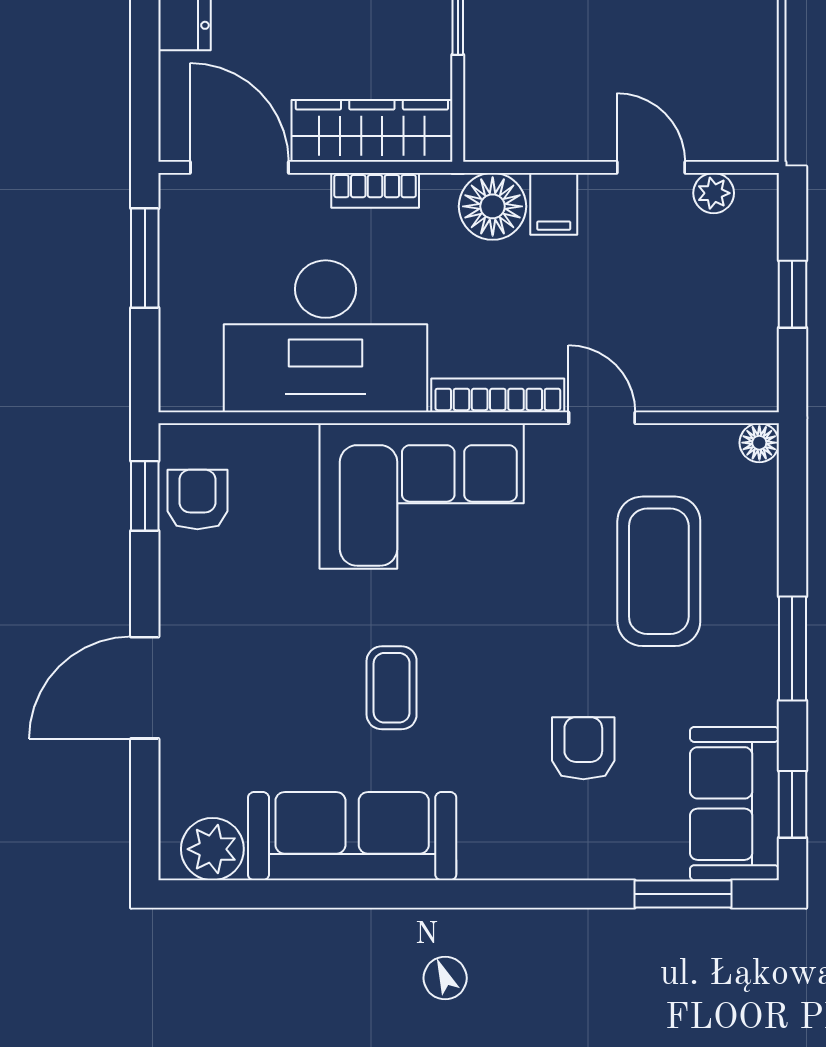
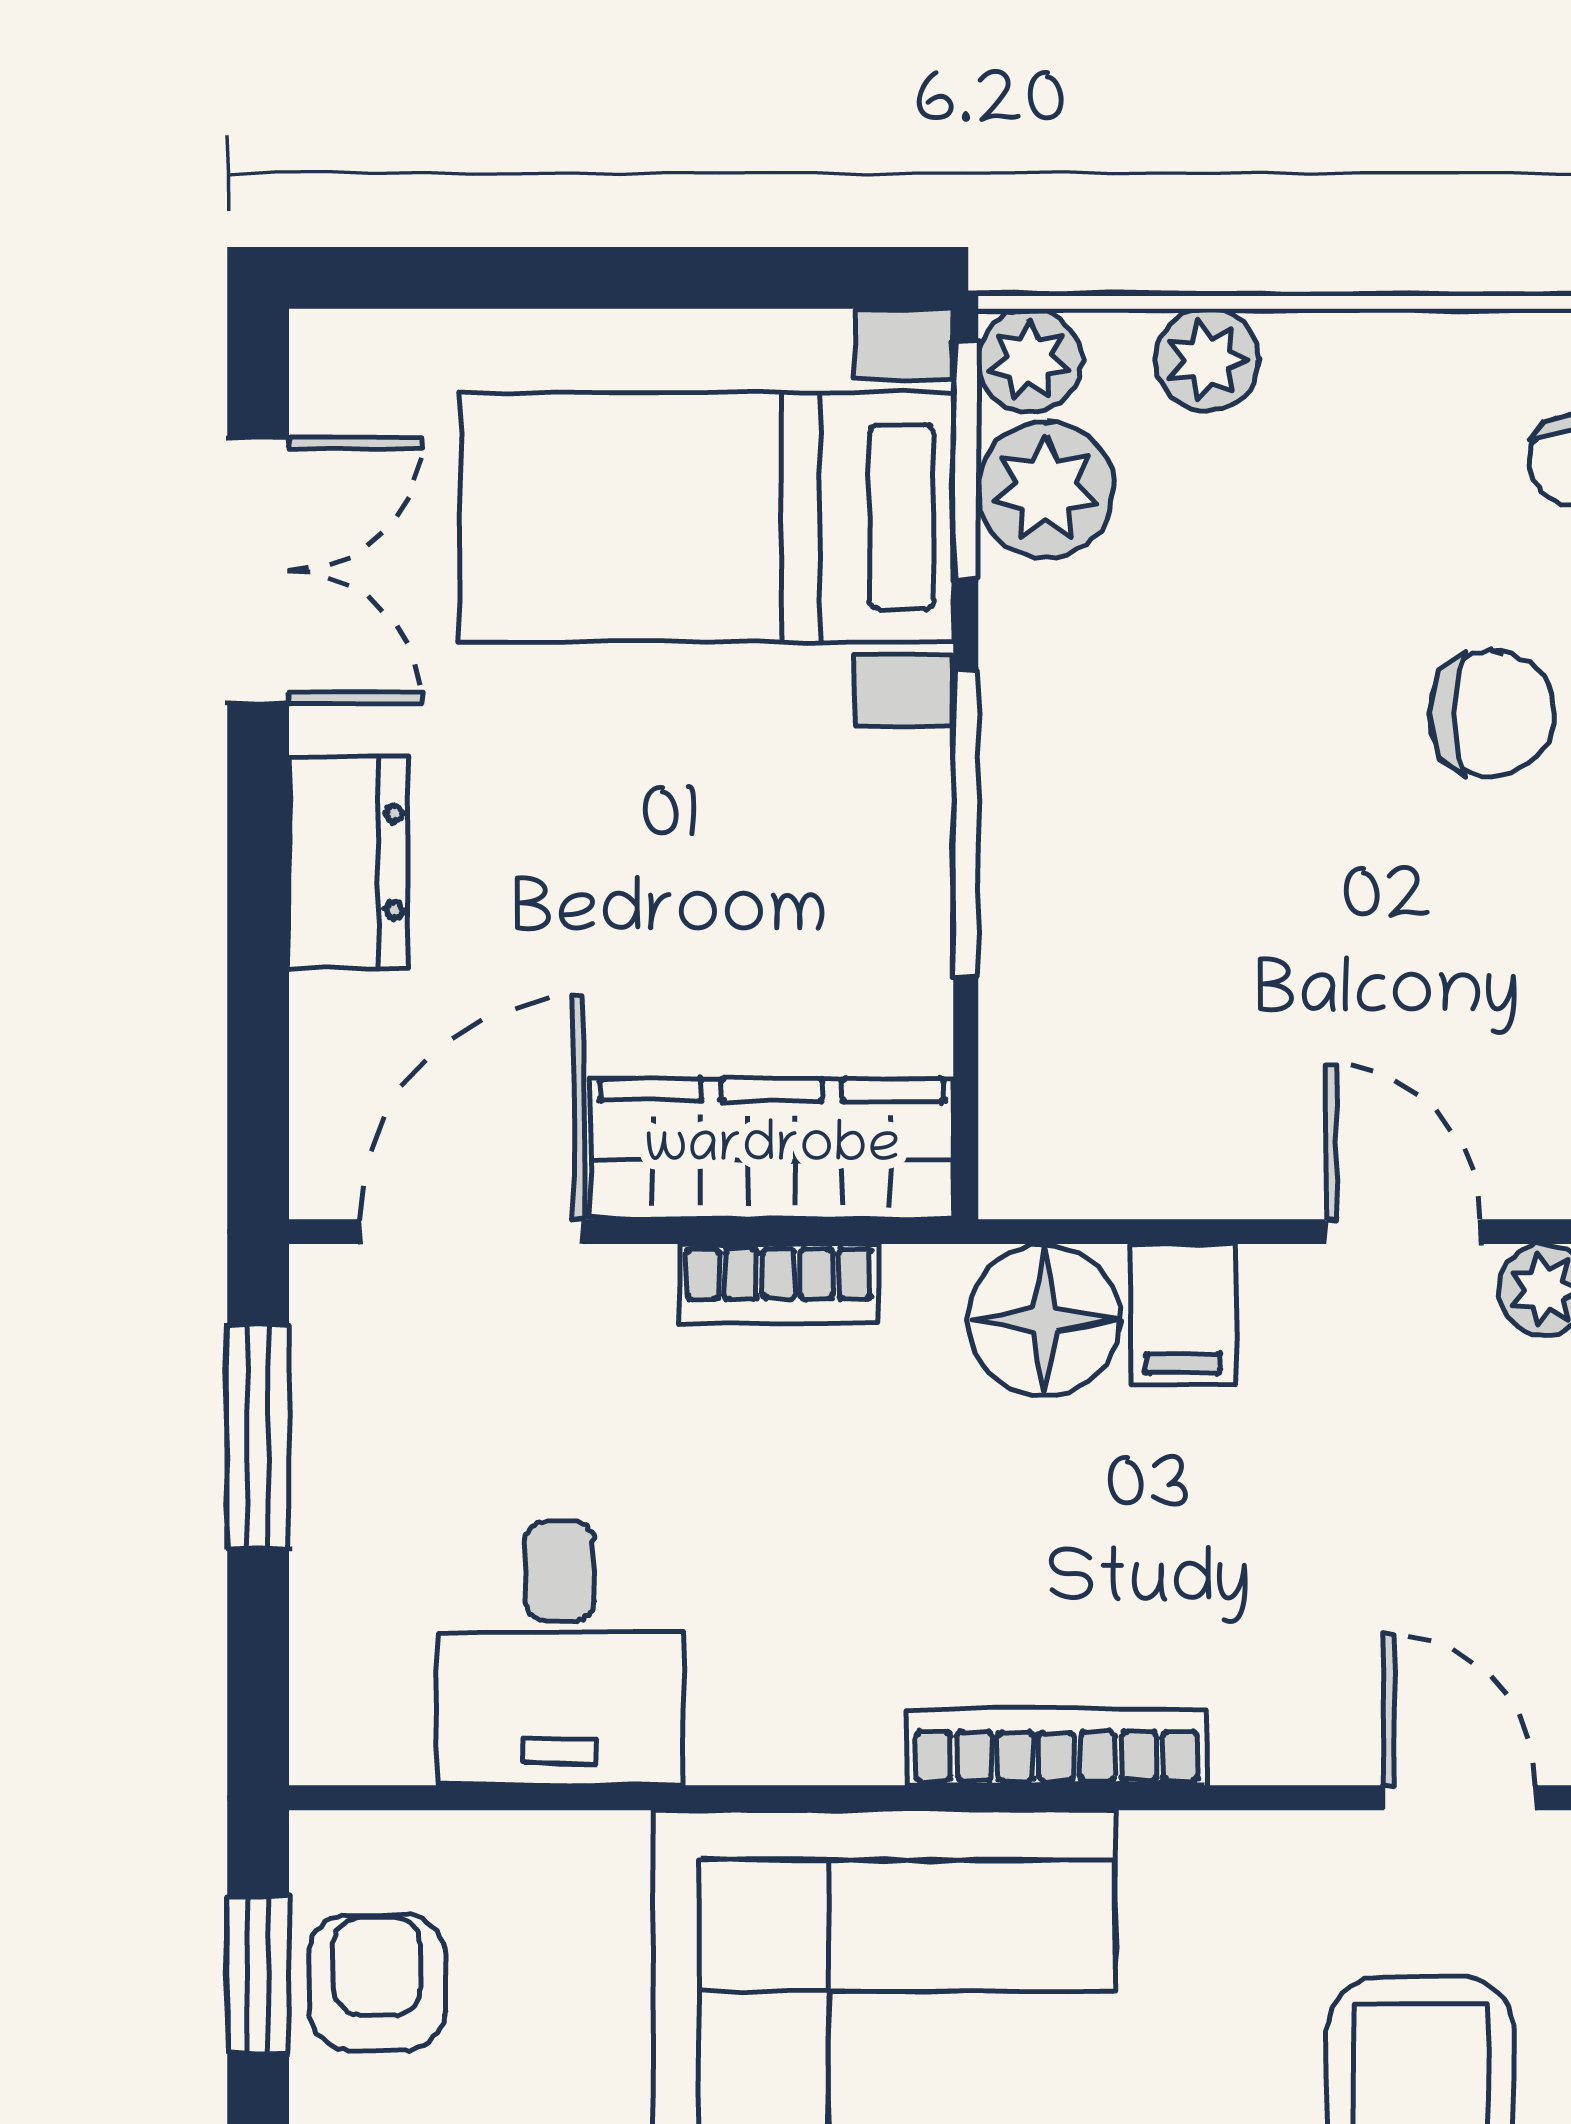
door: (239, 167) -> (472, 1232), hinge flipped
desk: (326, 336) -> (560, 1653), width x0.53, depth x0.77
door: (602, 418) -> (1460, 1798), moved

